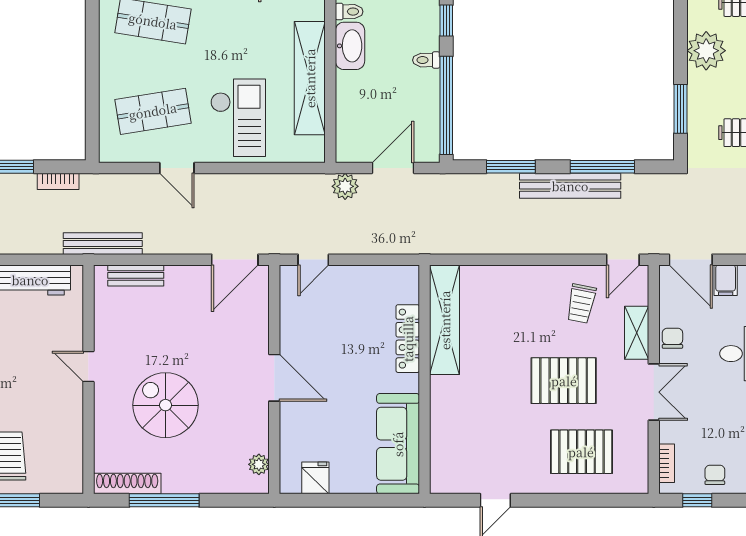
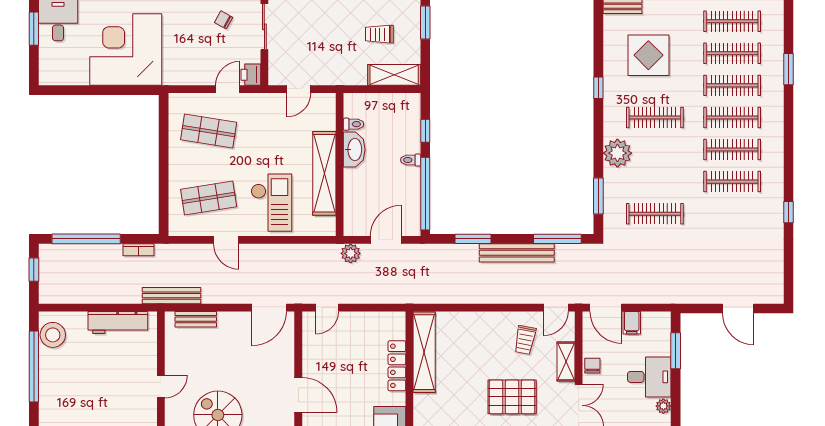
window: (602, 167) -> (557, 239), moved
door: (88, 367) -> (161, 386), swing flipped

